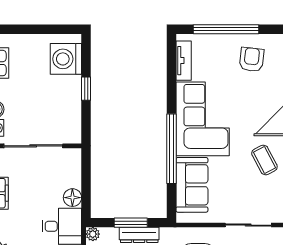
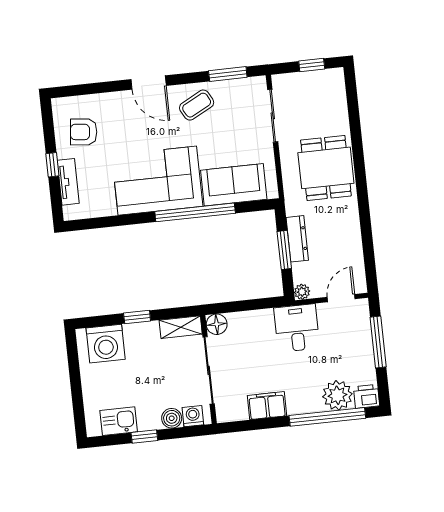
window: (226, 29) -> (52, 165), width x0.32
tv unit: (184, 61) -> (68, 182), moved, turned 90
shelving: (73, 126) -> (181, 327), added
floor lamp: (72, 198) -> (217, 324), moved

